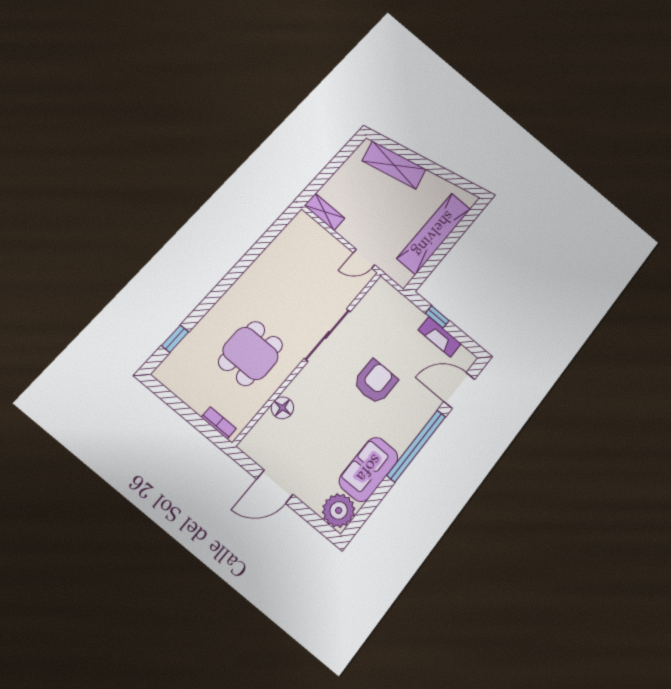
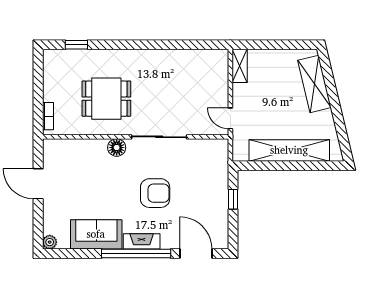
fireplace: (440, 337) -> (142, 241), moved, turned 90
floor lamp: (282, 408) -> (117, 148), moved
plant: (339, 510) -> (50, 242), width x0.53, depth x0.53

